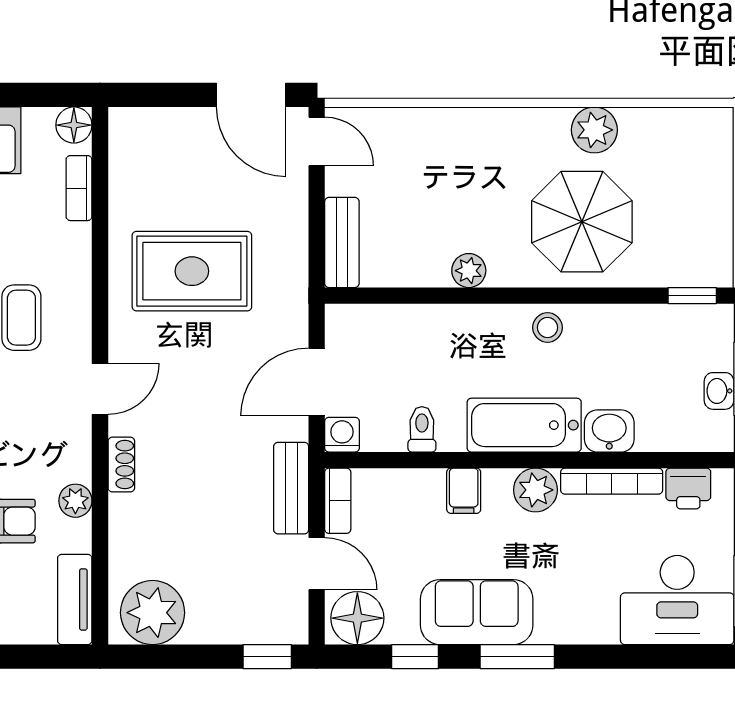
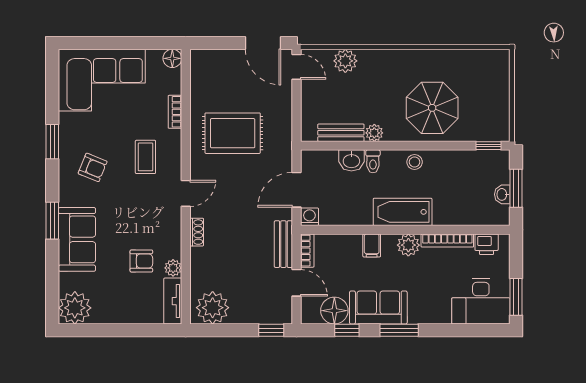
plant: (594, 130) -> (345, 61), moved
bookcase: (79, 188) -> (175, 112), moved
bench: (342, 242) -> (341, 133), moved, turned 90
toilet: (422, 429) -> (373, 161), moved, turned 180
washbasin: (609, 431) -> (351, 160), moved, turned 180
plant: (75, 501) -> (173, 268), moved
floor lamp: (357, 618) -> (334, 311), moved

